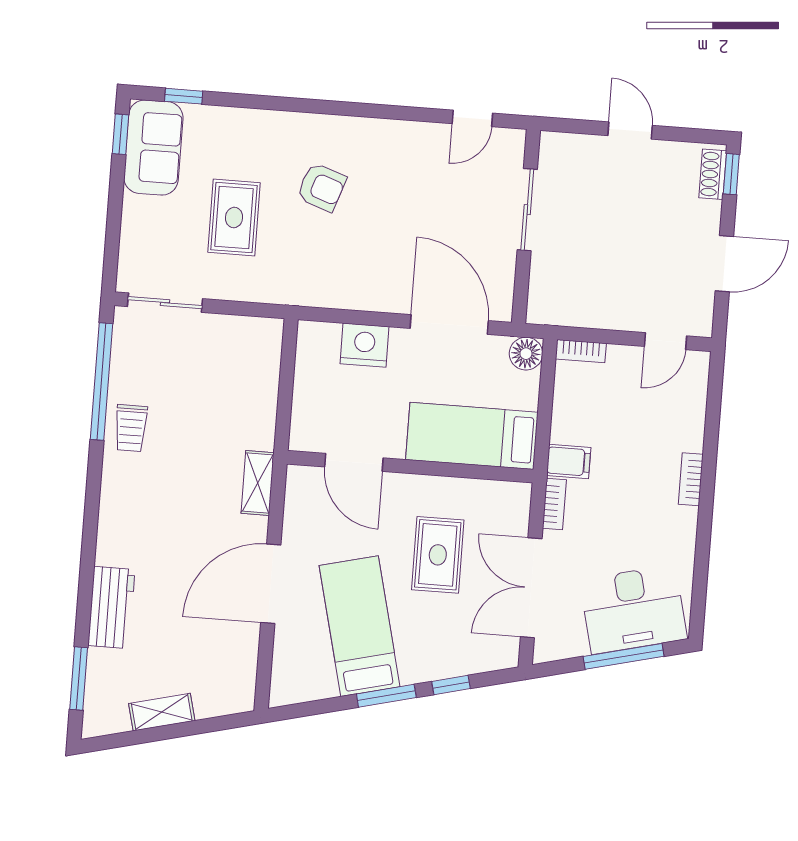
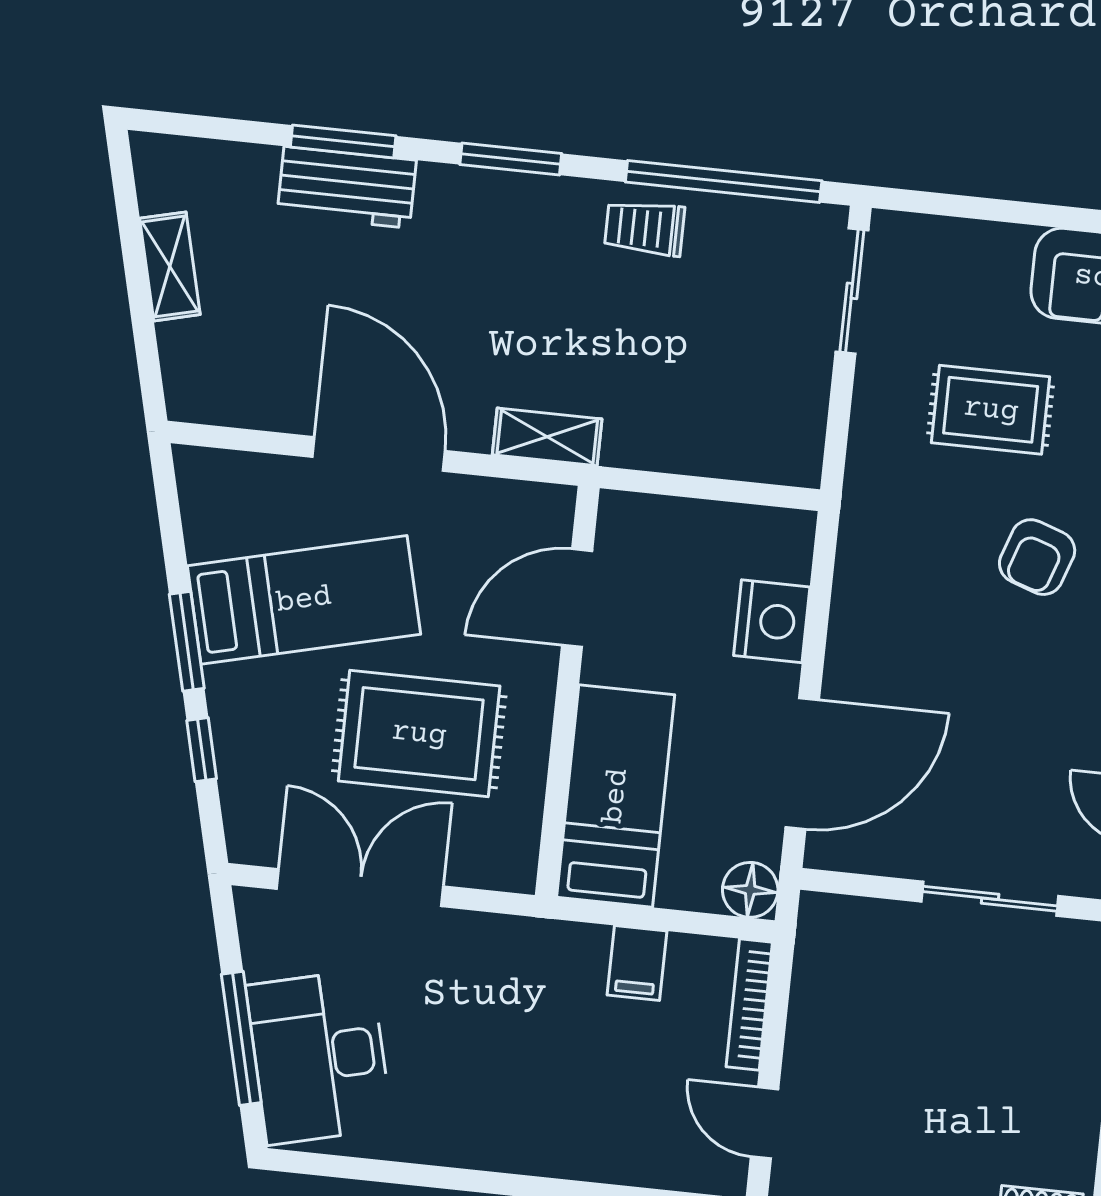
bookcase: (581, 351) -> (749, 1004), width x1.56
filing cabinet: (569, 461) -> (637, 963), moved
bookcase: (691, 479) -> (533, 1159), removed
bookcase: (554, 504) -> (498, 930), removed
window: (92, 509) -> (511, 159), added
rug: (438, 555) -> (419, 734), width x1.36, depth x1.43
window: (79, 678) -> (343, 141), moved

